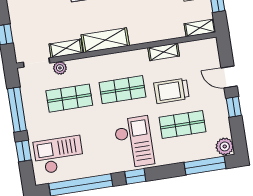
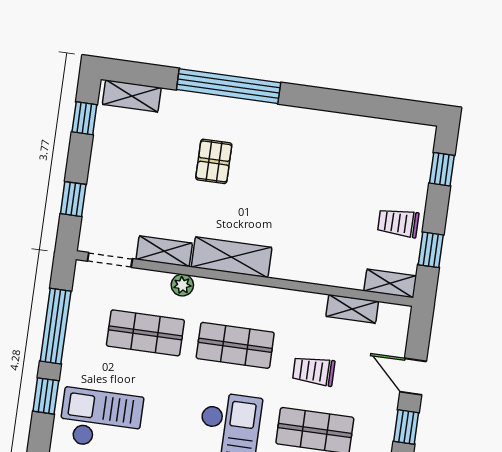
shelving: (164, 52) -> (352, 309), moved
plant: (60, 68) -> (182, 285), moved
trolley: (172, 91) -> (314, 371), width x0.73, depth x0.72

